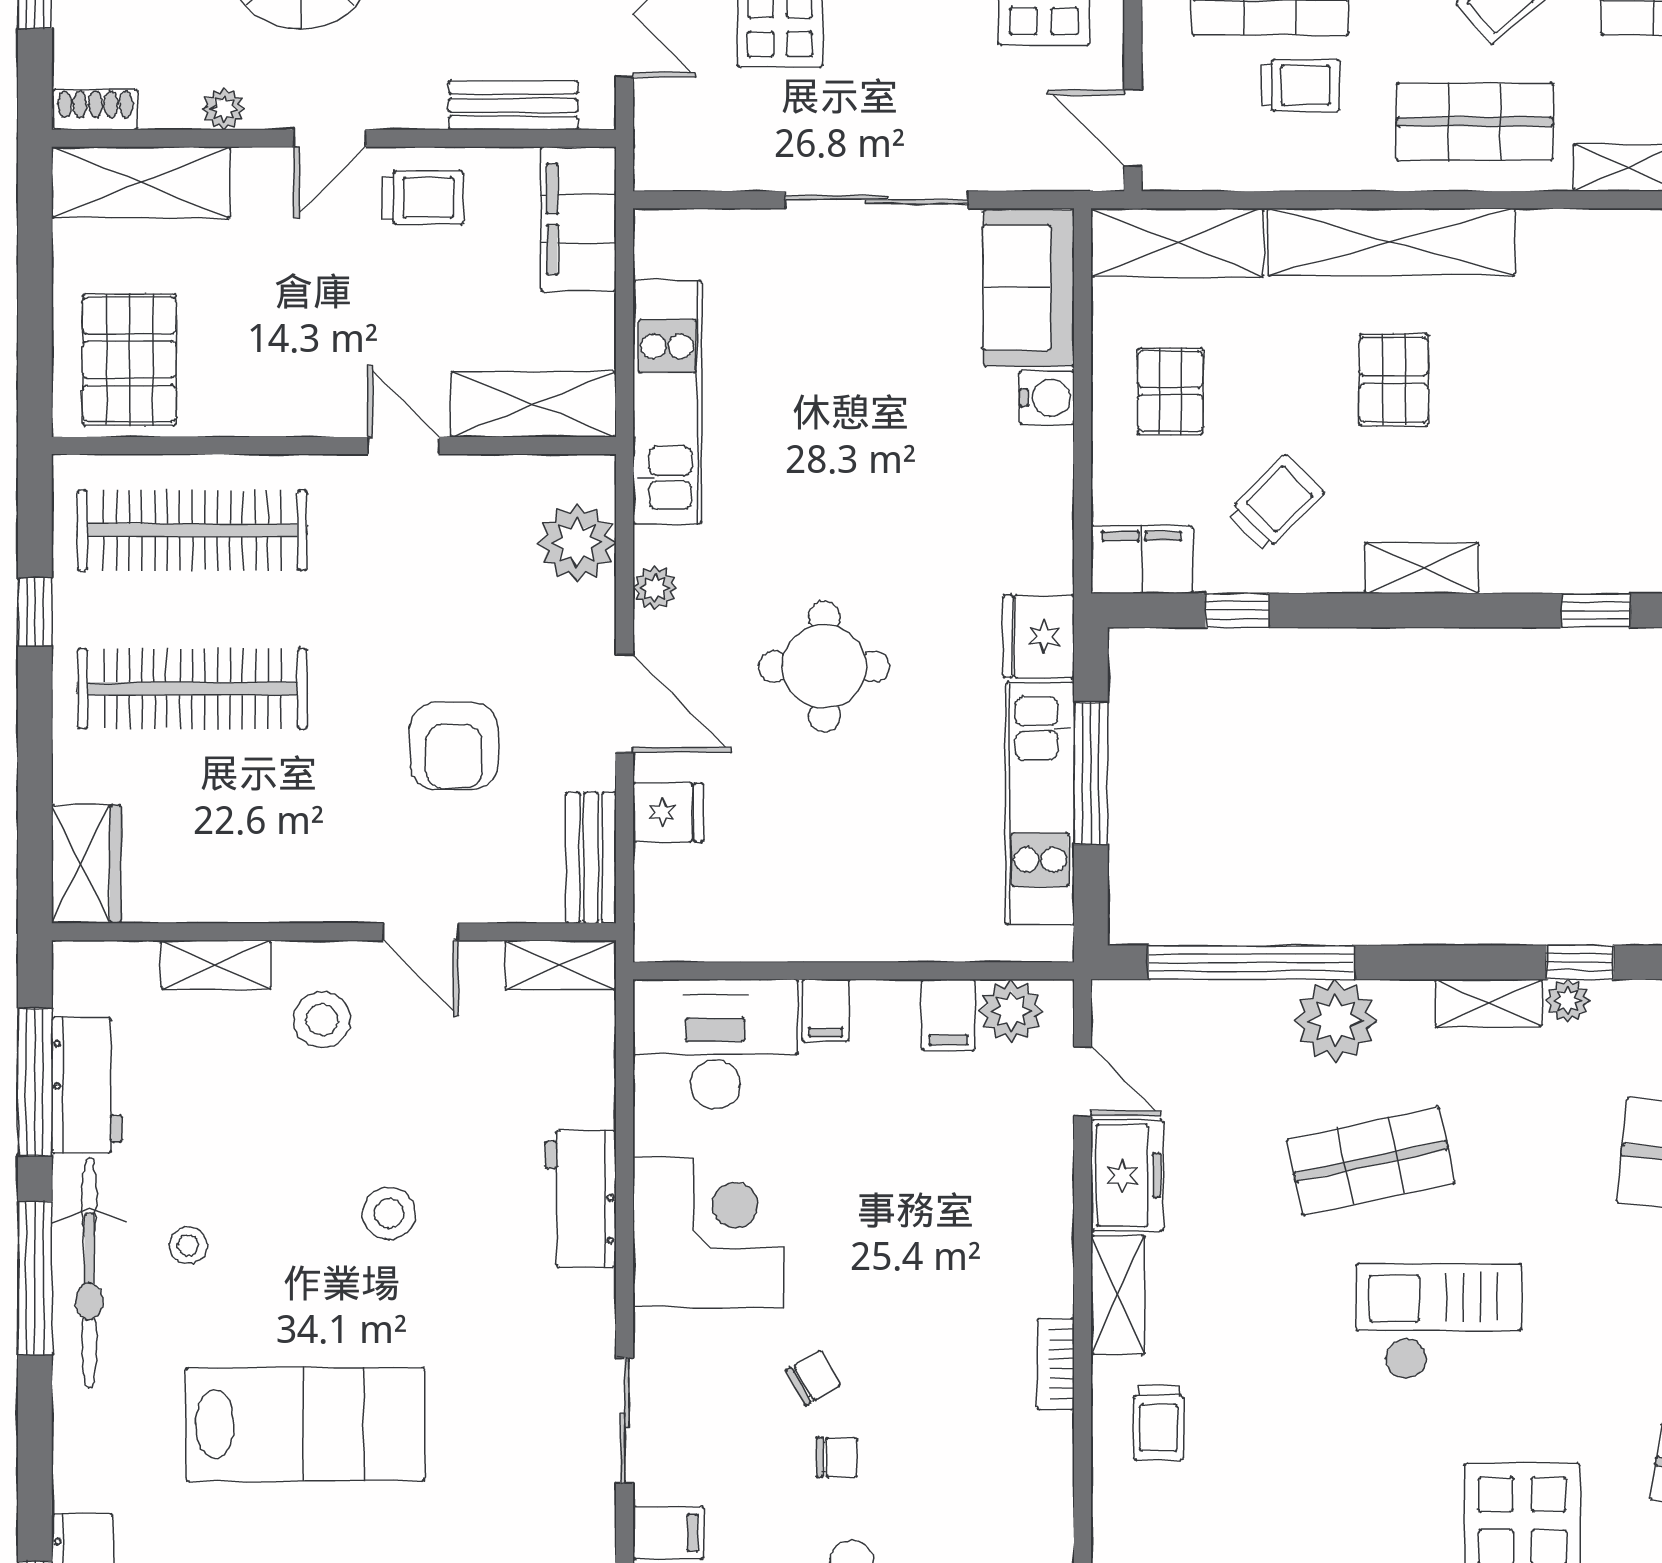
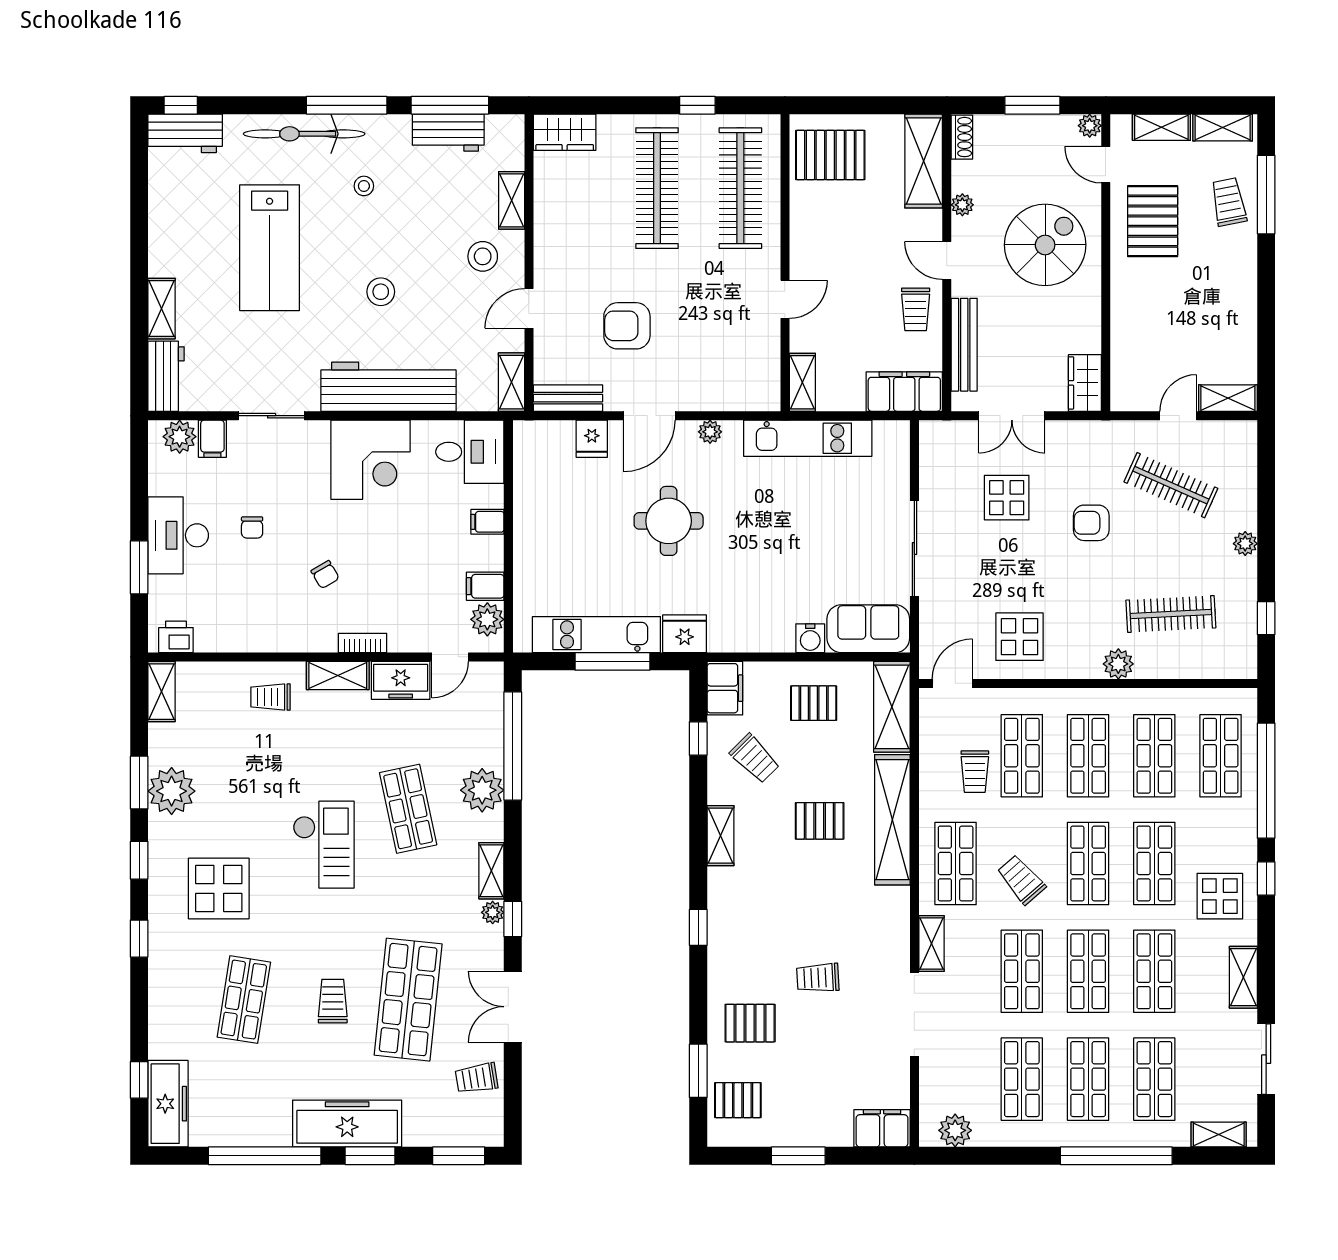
bench: (513, 105) -> (964, 345), width x1.36
shelving: (534, 404) -> (802, 382), width x0.67, depth x0.75
plant: (577, 543) -> (734, 391), removed
desk: (715, 1044) -> (470, 452), width x0.73
workbench: (581, 1199) -> (388, 387), width x1.88, depth x1.32
bicycle: (89, 1273) -> (304, 134), moved
bookcase: (1056, 1364) -> (363, 643), moved
chair: (813, 1378) -> (325, 575), moved

